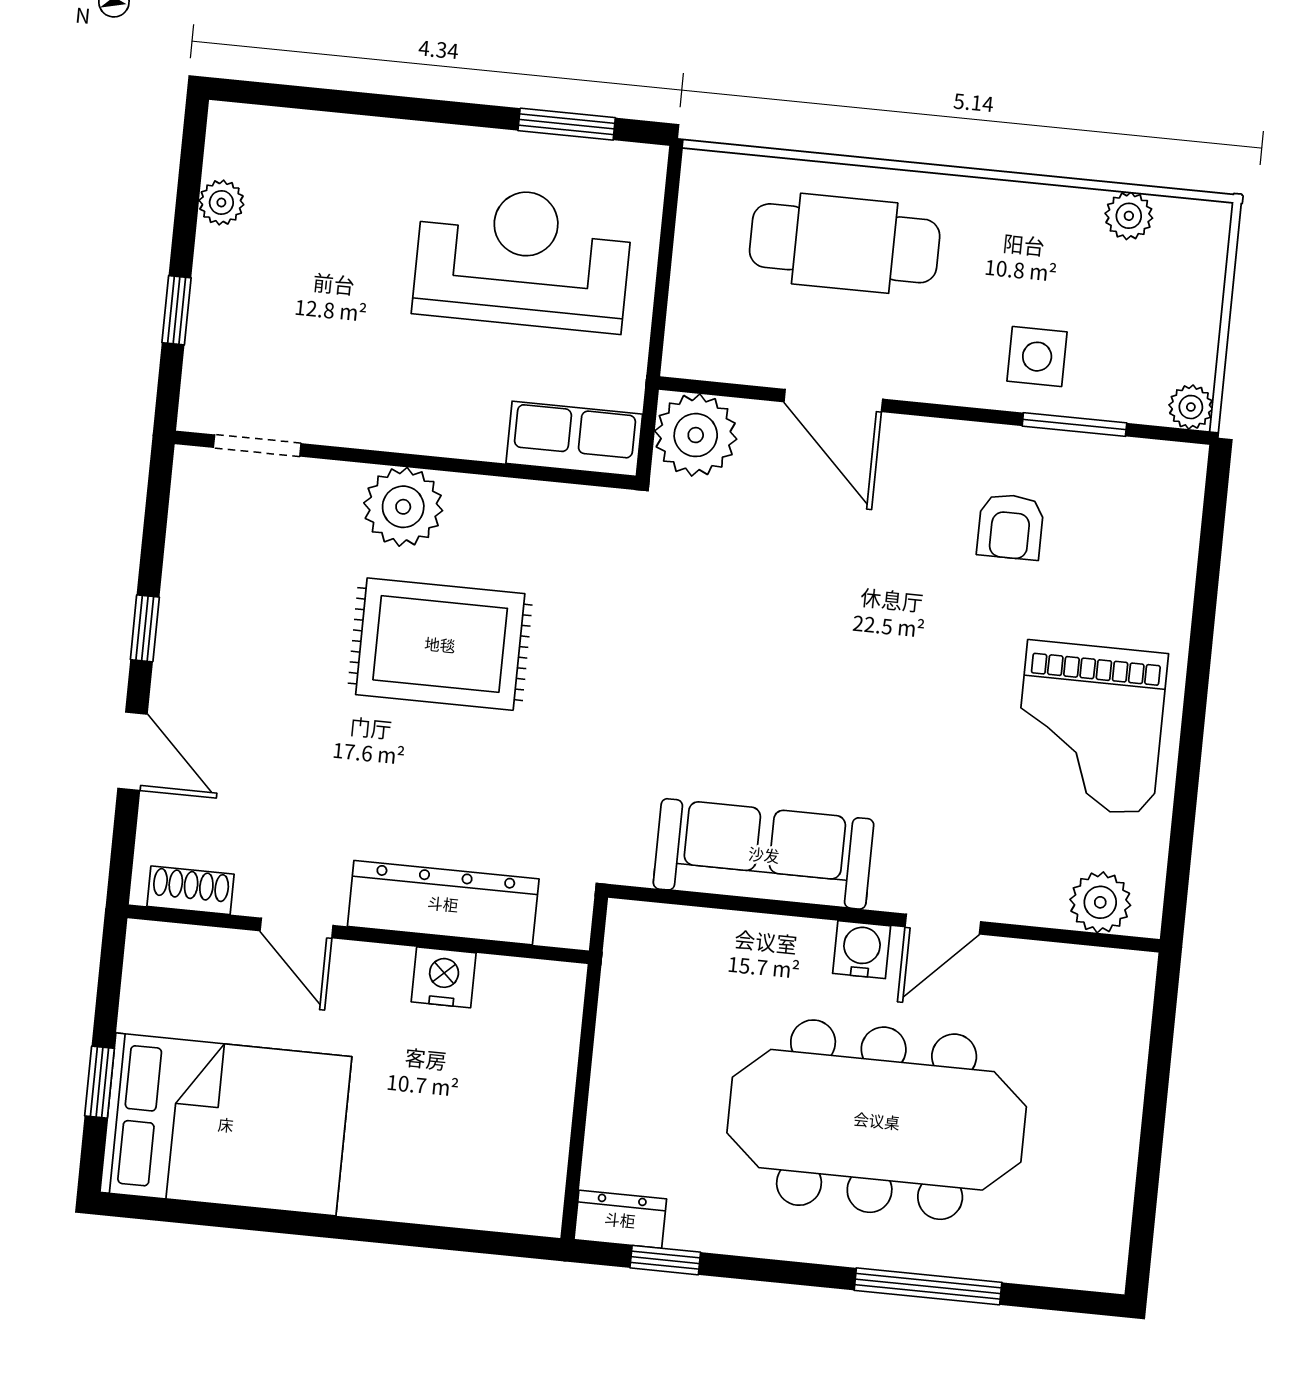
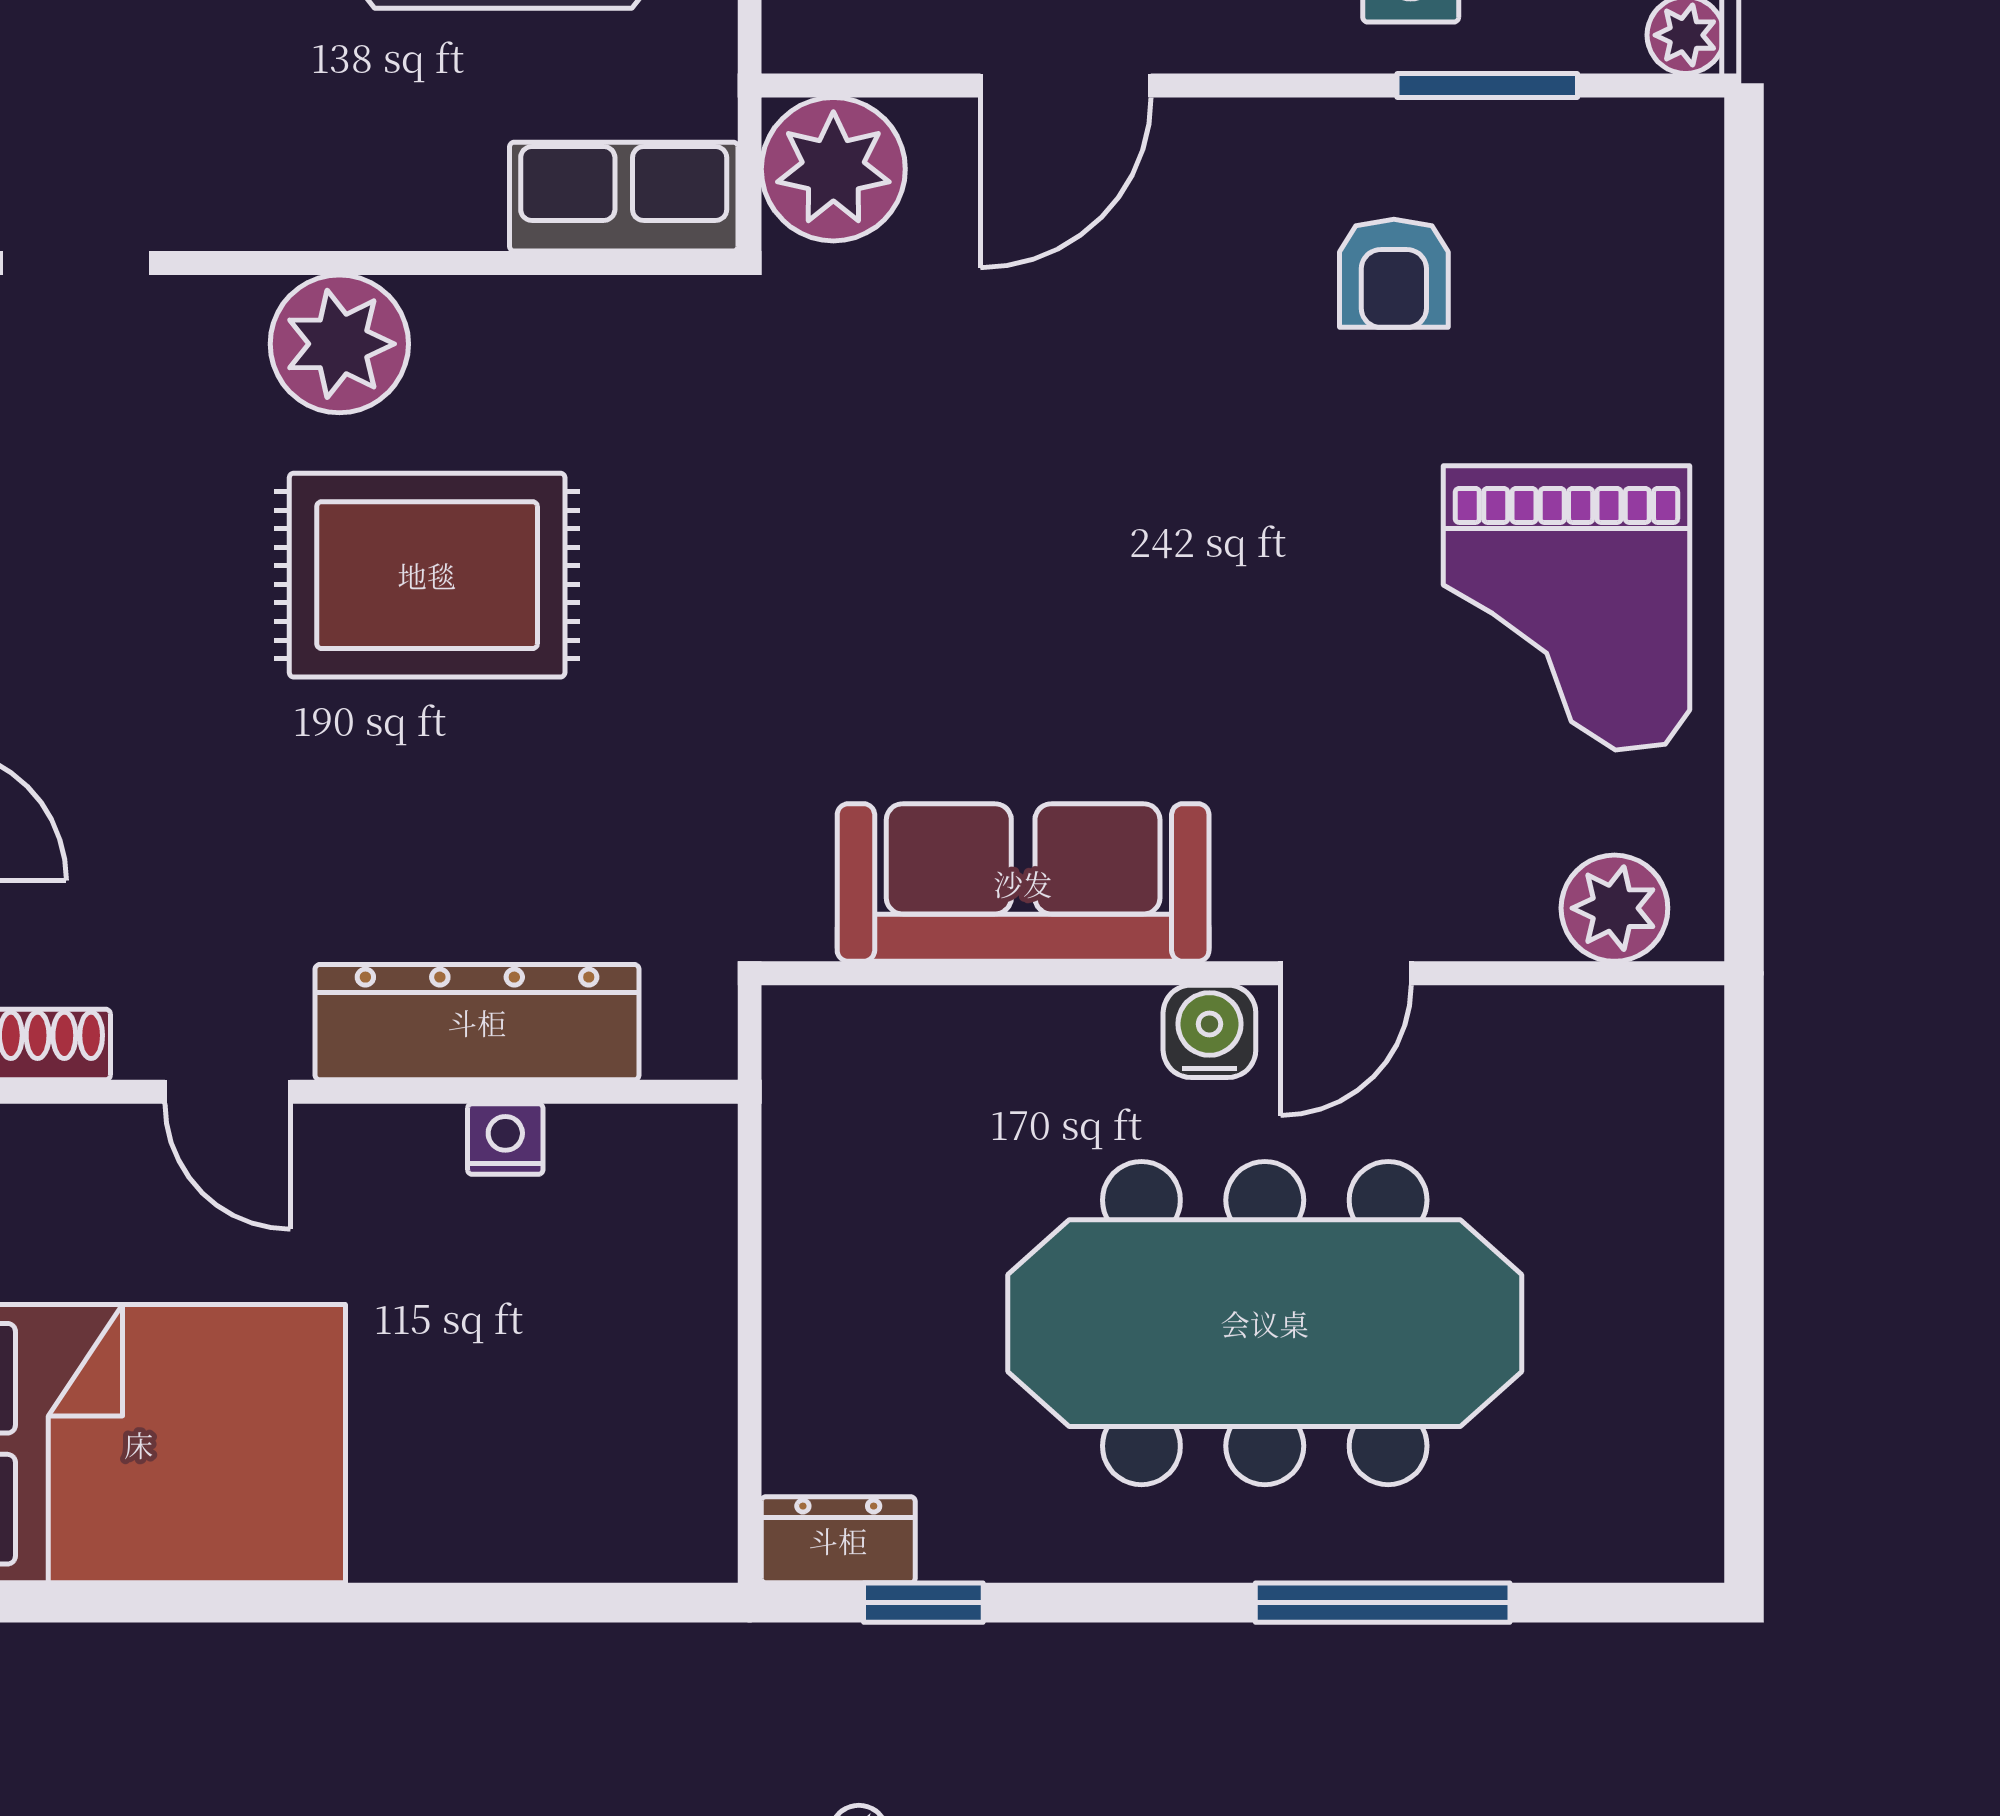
door: (833, 400) -> (1066, 85), hinge flipped
nightstand: (444, 977) -> (505, 1139), width x0.72, depth x0.74

